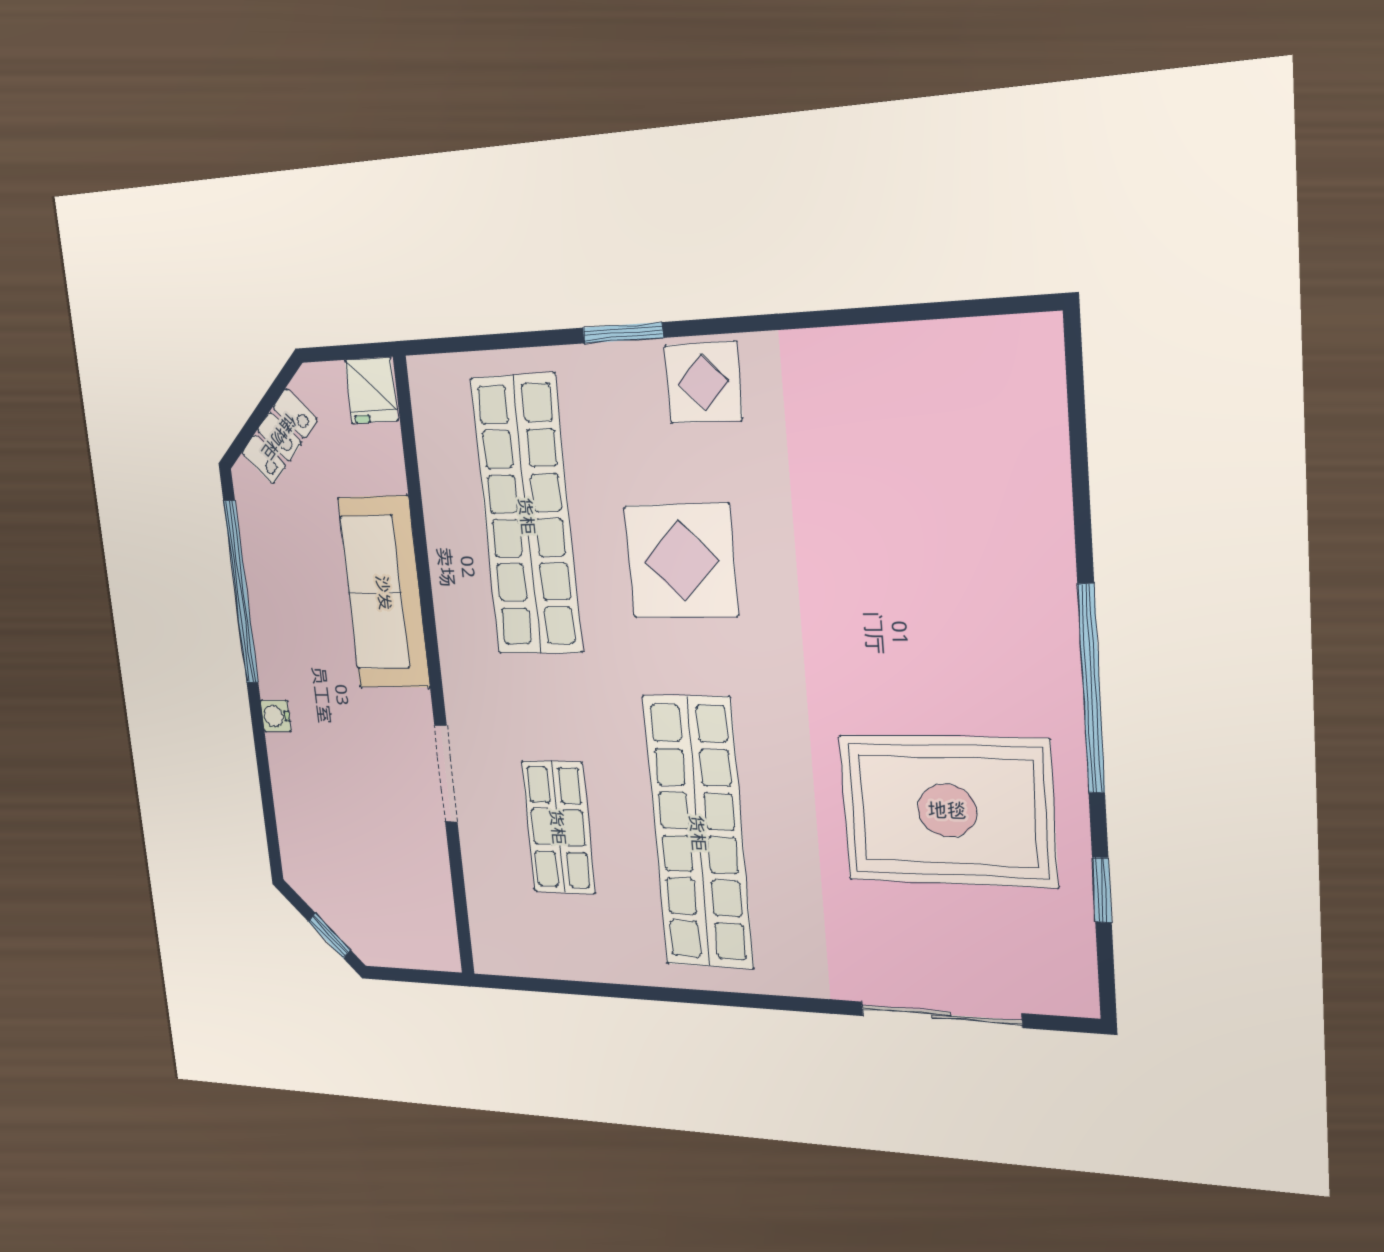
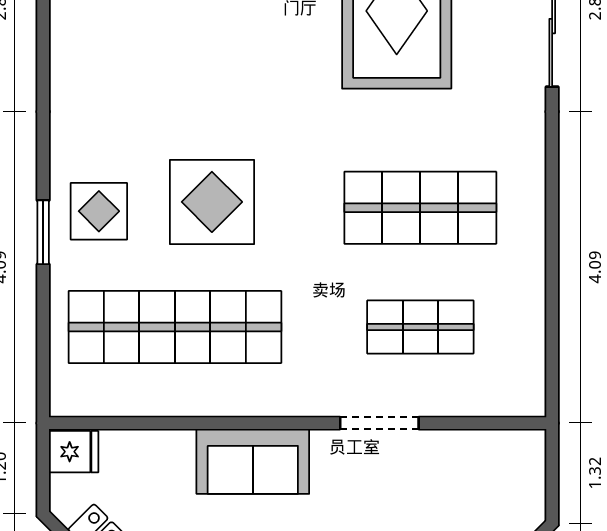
display table: (703, 382) -> (99, 211), moved
sofa: (384, 593) -> (253, 461), width x0.73
shop shelf: (698, 833) -> (420, 208), width x0.71

